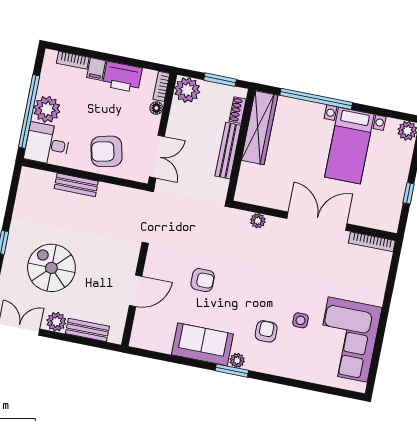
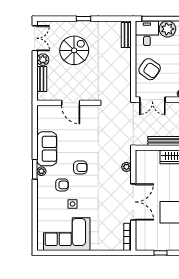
armchair: (107, 151) -> (150, 69), turned 138
bench: (76, 185) -> (126, 35), moved
armchair: (203, 280) -> (80, 167), moved, turned -90

